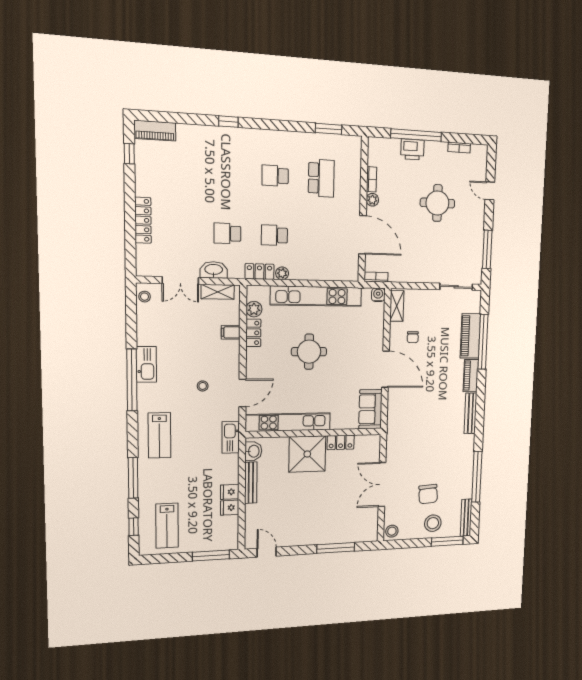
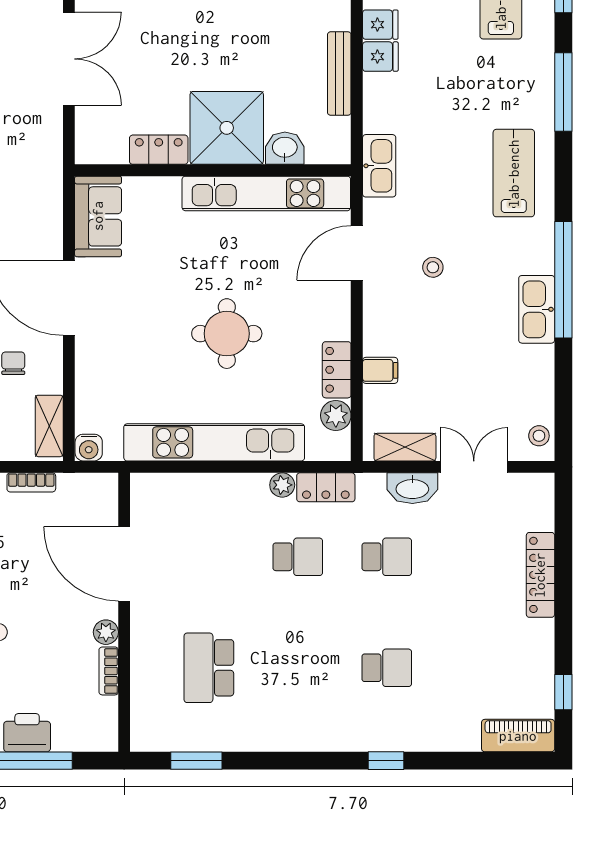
school desk: (275, 176) -> (387, 668), moved
bookcase: (376, 277) -> (31, 482), moved
washbasin: (253, 451) -> (285, 148), moved, turned 90

